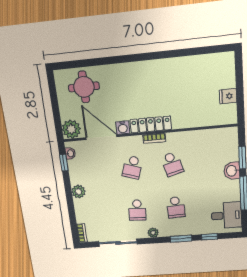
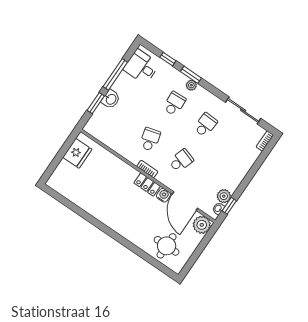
fridge: (228, 96) -> (77, 153), width x1.88, depth x1.34
locker: (151, 125) -> (147, 185), width x0.66
plant: (78, 192) -> (224, 196), moved
plant: (153, 233) -> (191, 85), moved

